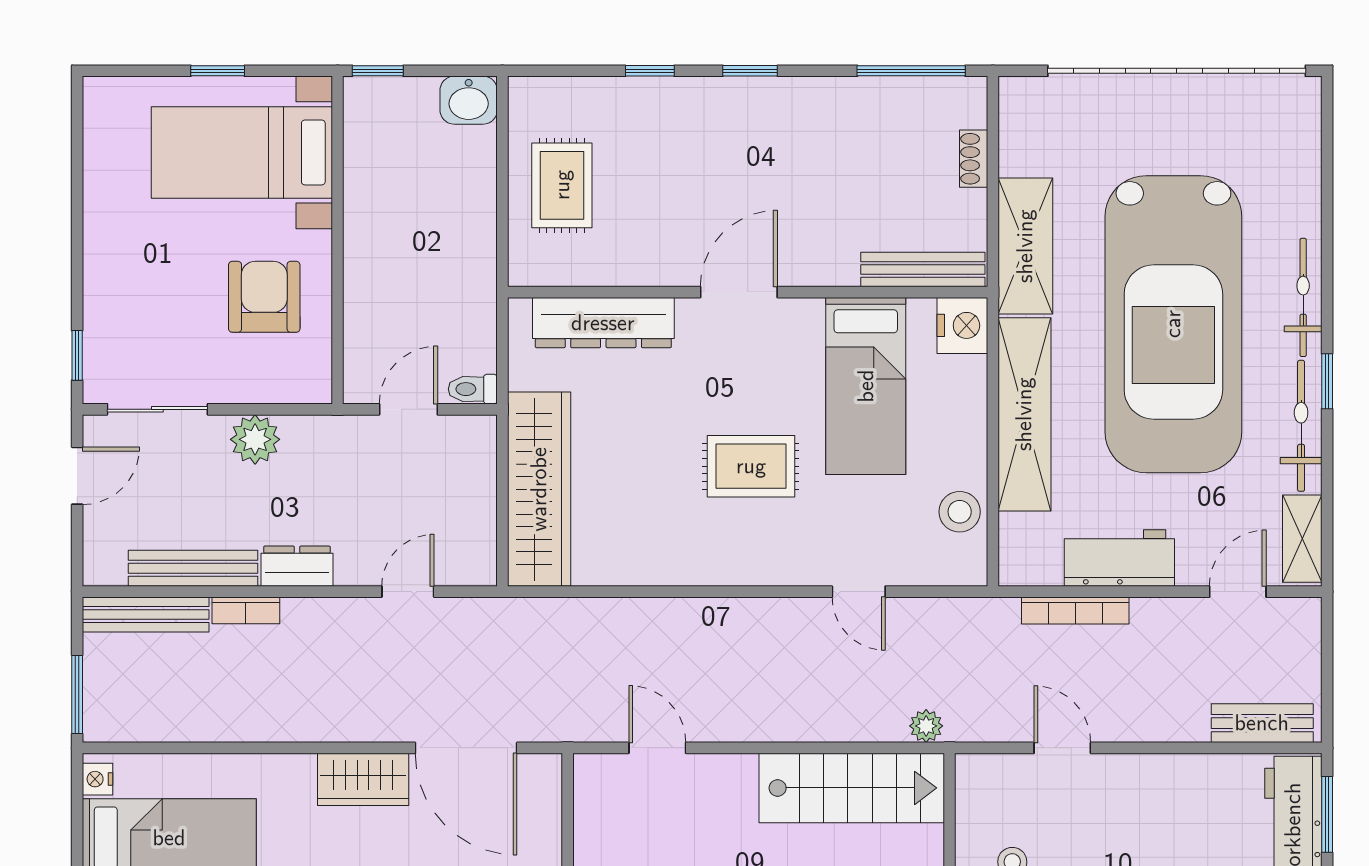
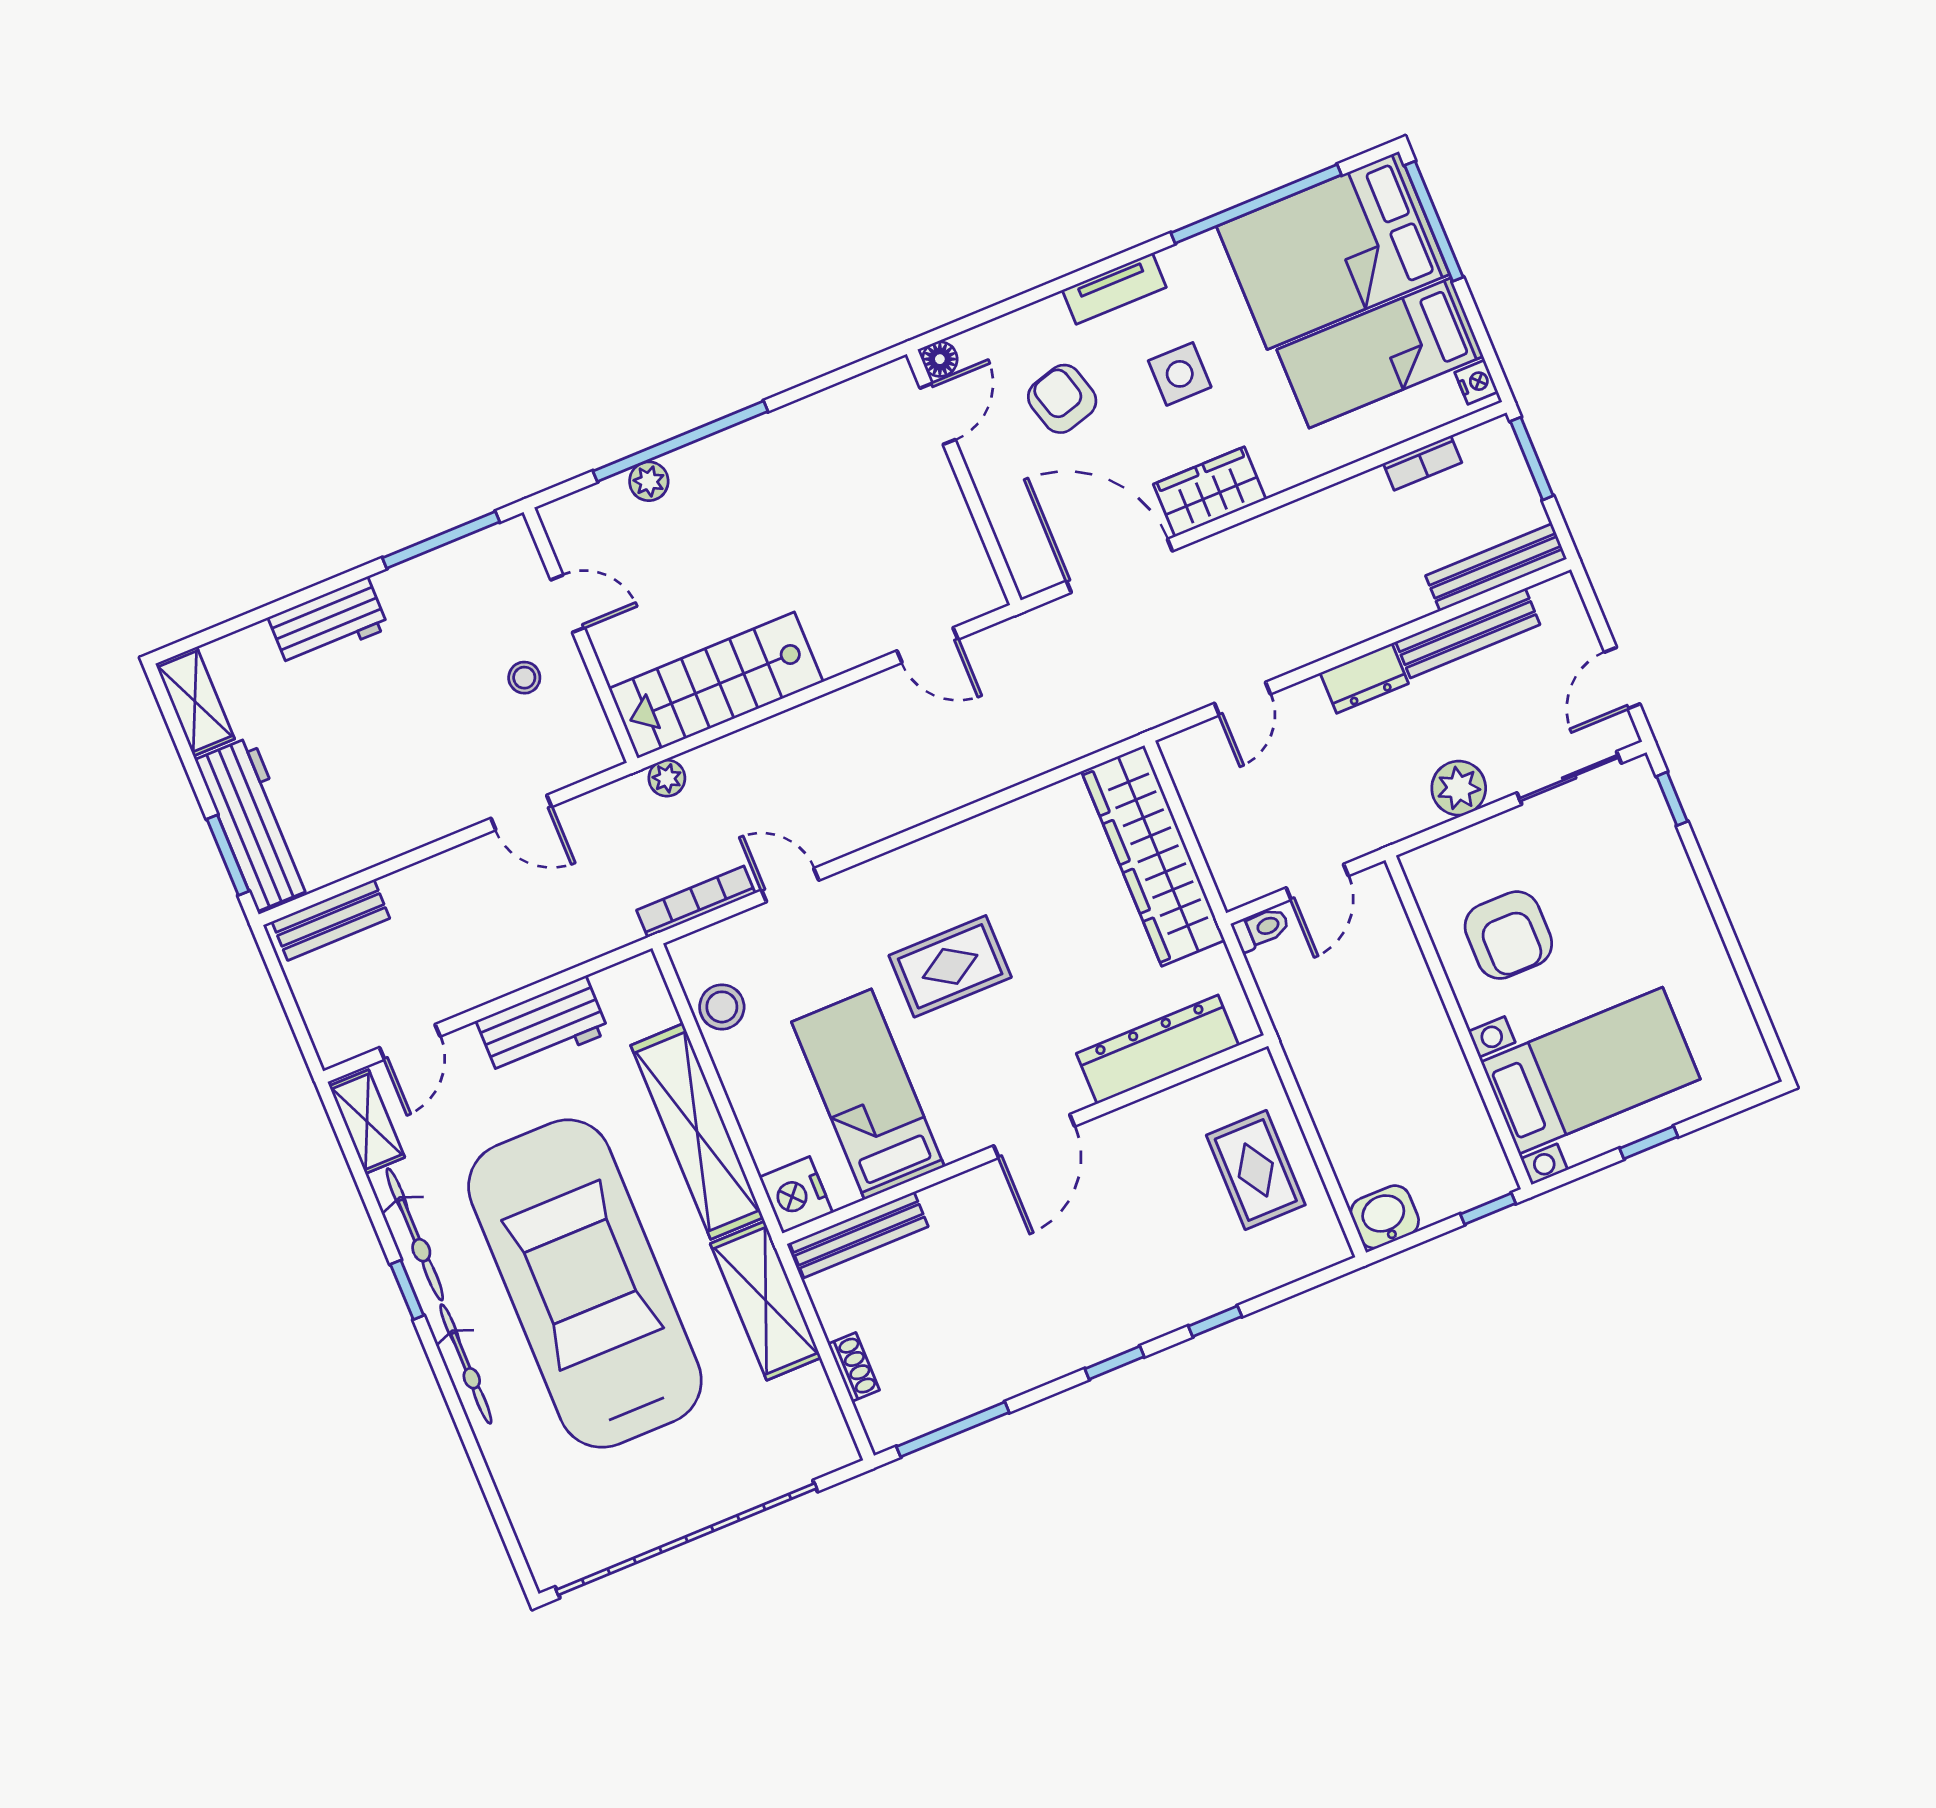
bookcase: (246, 610) -> (1422, 463), moved, turned 180
bookcase: (1075, 611) -> (696, 902), moved

